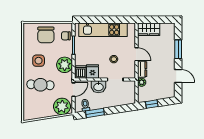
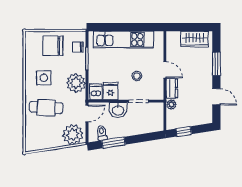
wardrobe: (149, 29) -> (194, 39), moved
chair: (46, 35) -> (53, 46), turned 90

